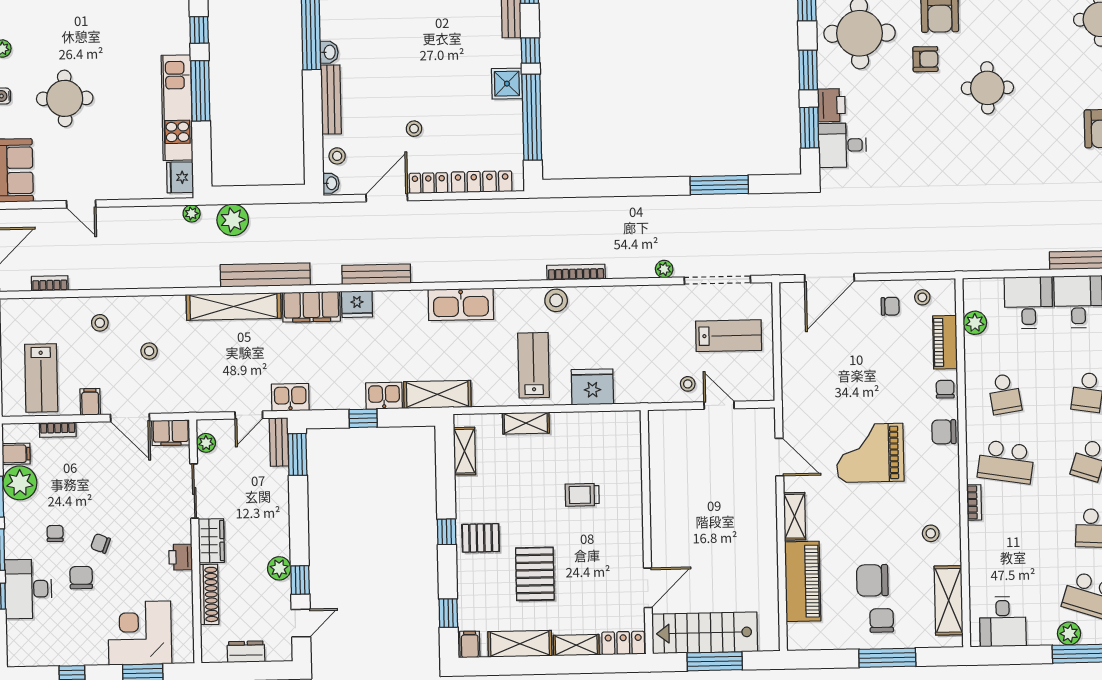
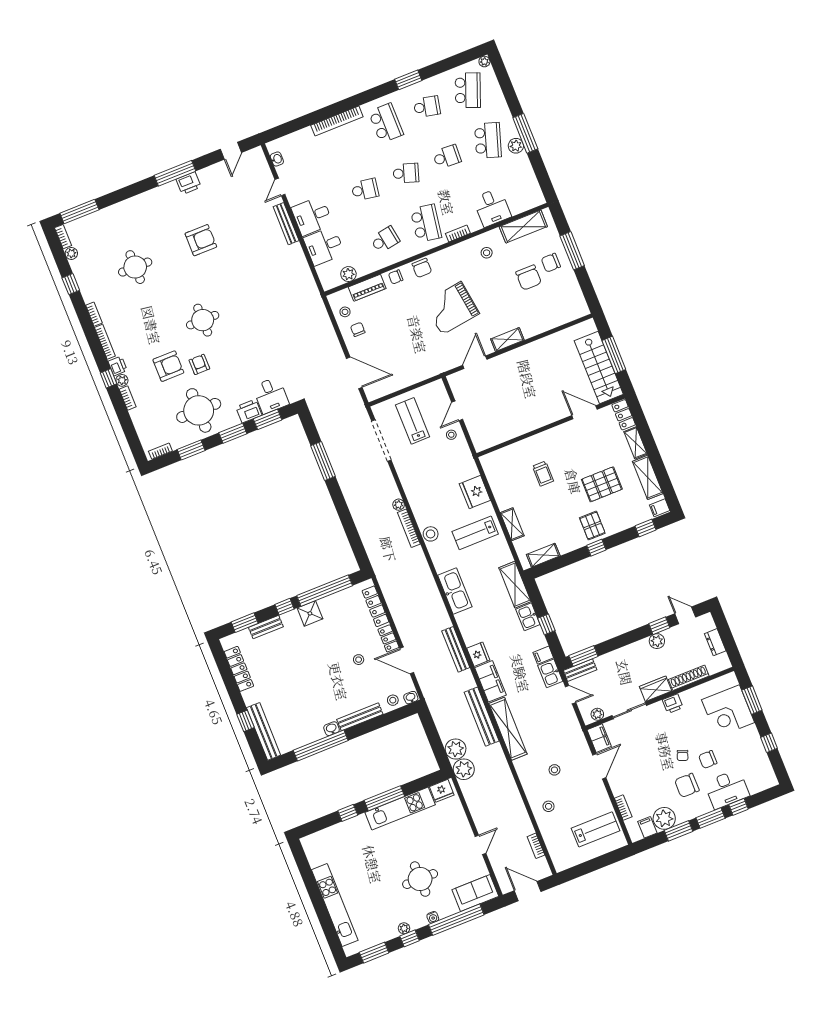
plant: (192, 214) -> (464, 769), width x1.88, depth x1.88
plant: (664, 269) -> (399, 505), moved
filing cabinet: (90, 402) -> (543, 655), moved
grand piano: (870, 453) -> (452, 308), turned 82
chair: (55, 533) -> (687, 785), width x1.87, depth x1.87
piano: (803, 581) -> (545, 320), removed
desk: (1003, 622) -> (492, 207), moved, turned 90

